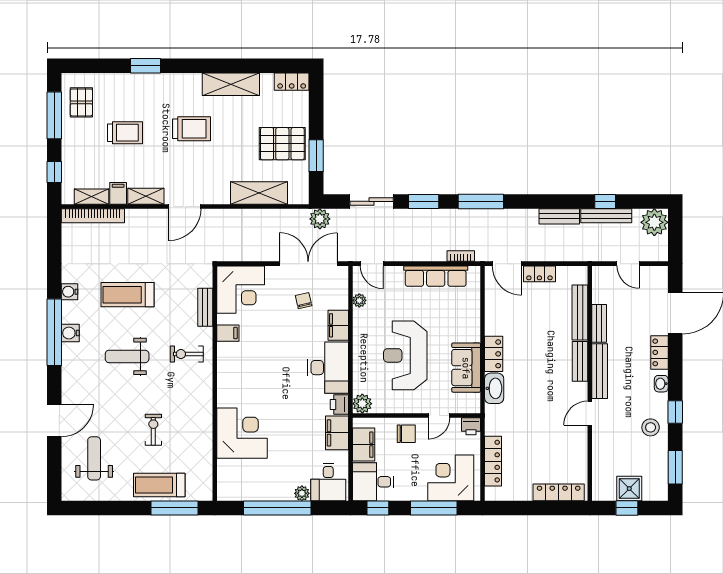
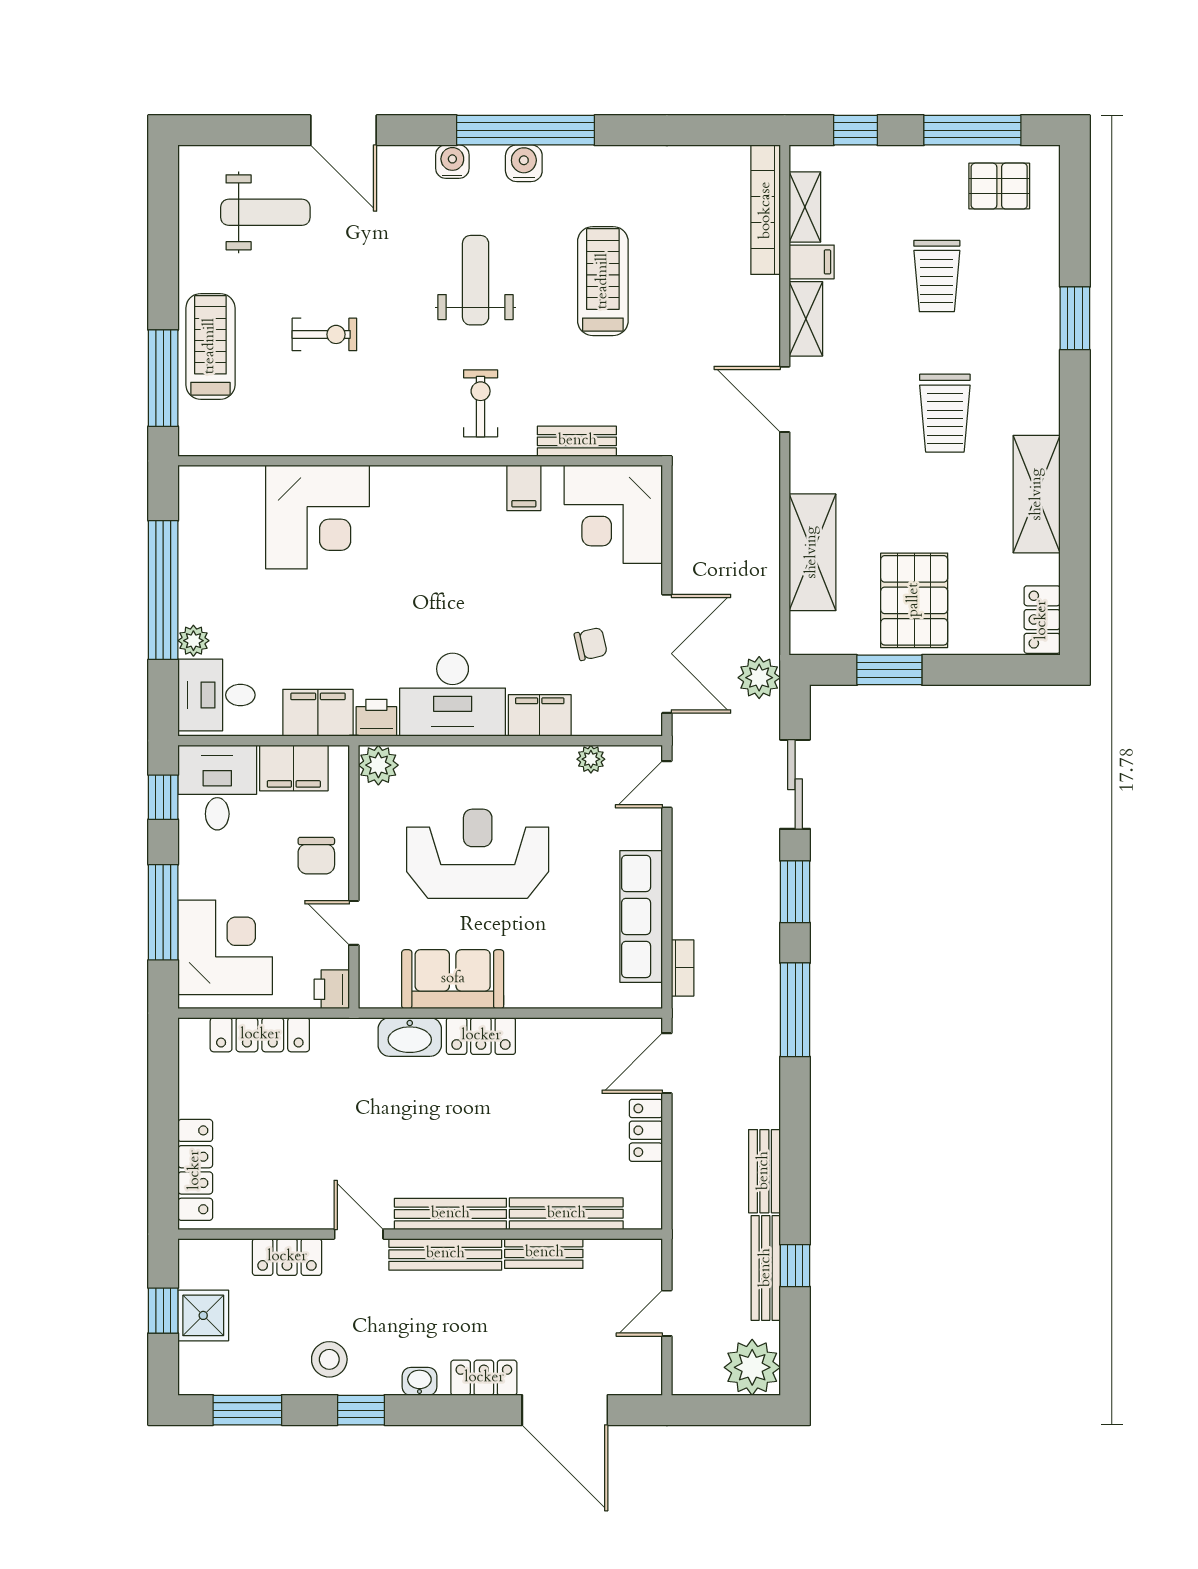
water cooler: (70, 292) -> (452, 162), moved
bench: (580, 361) -> (450, 1214), width x1.36
locker: (601, 448) -> (287, 1257), added

